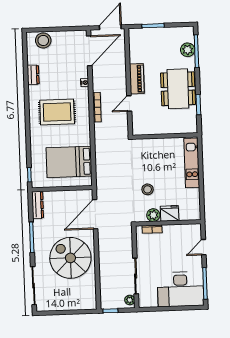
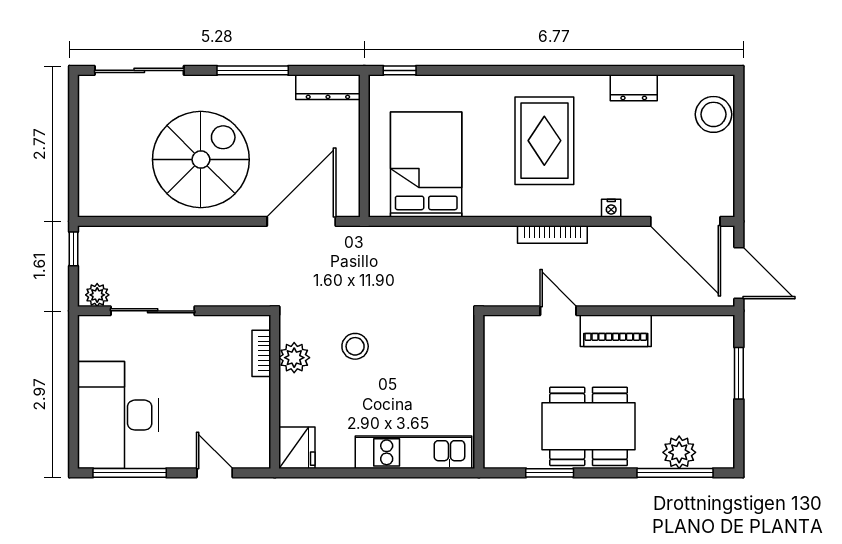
fridge: (170, 213) -> (297, 448), moved
door: (95, 214) -> (301, 221), hinge flipped

